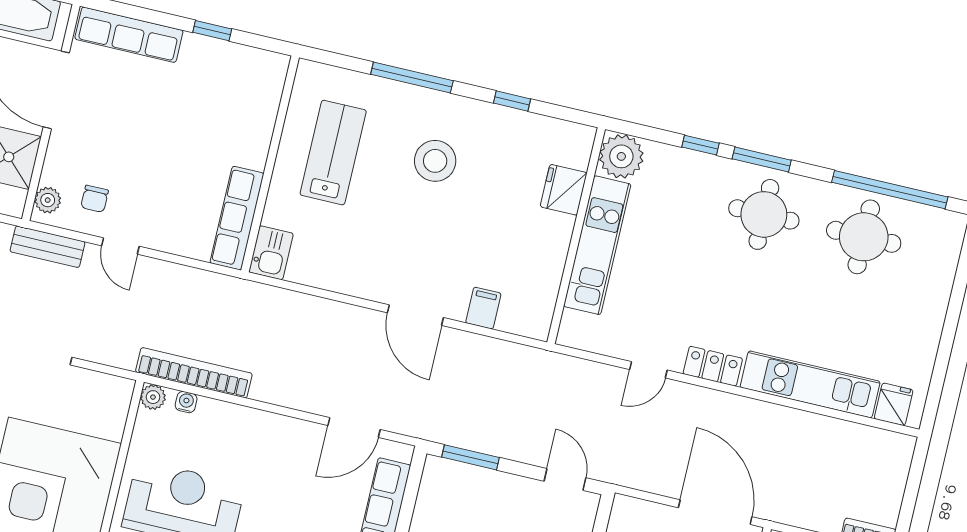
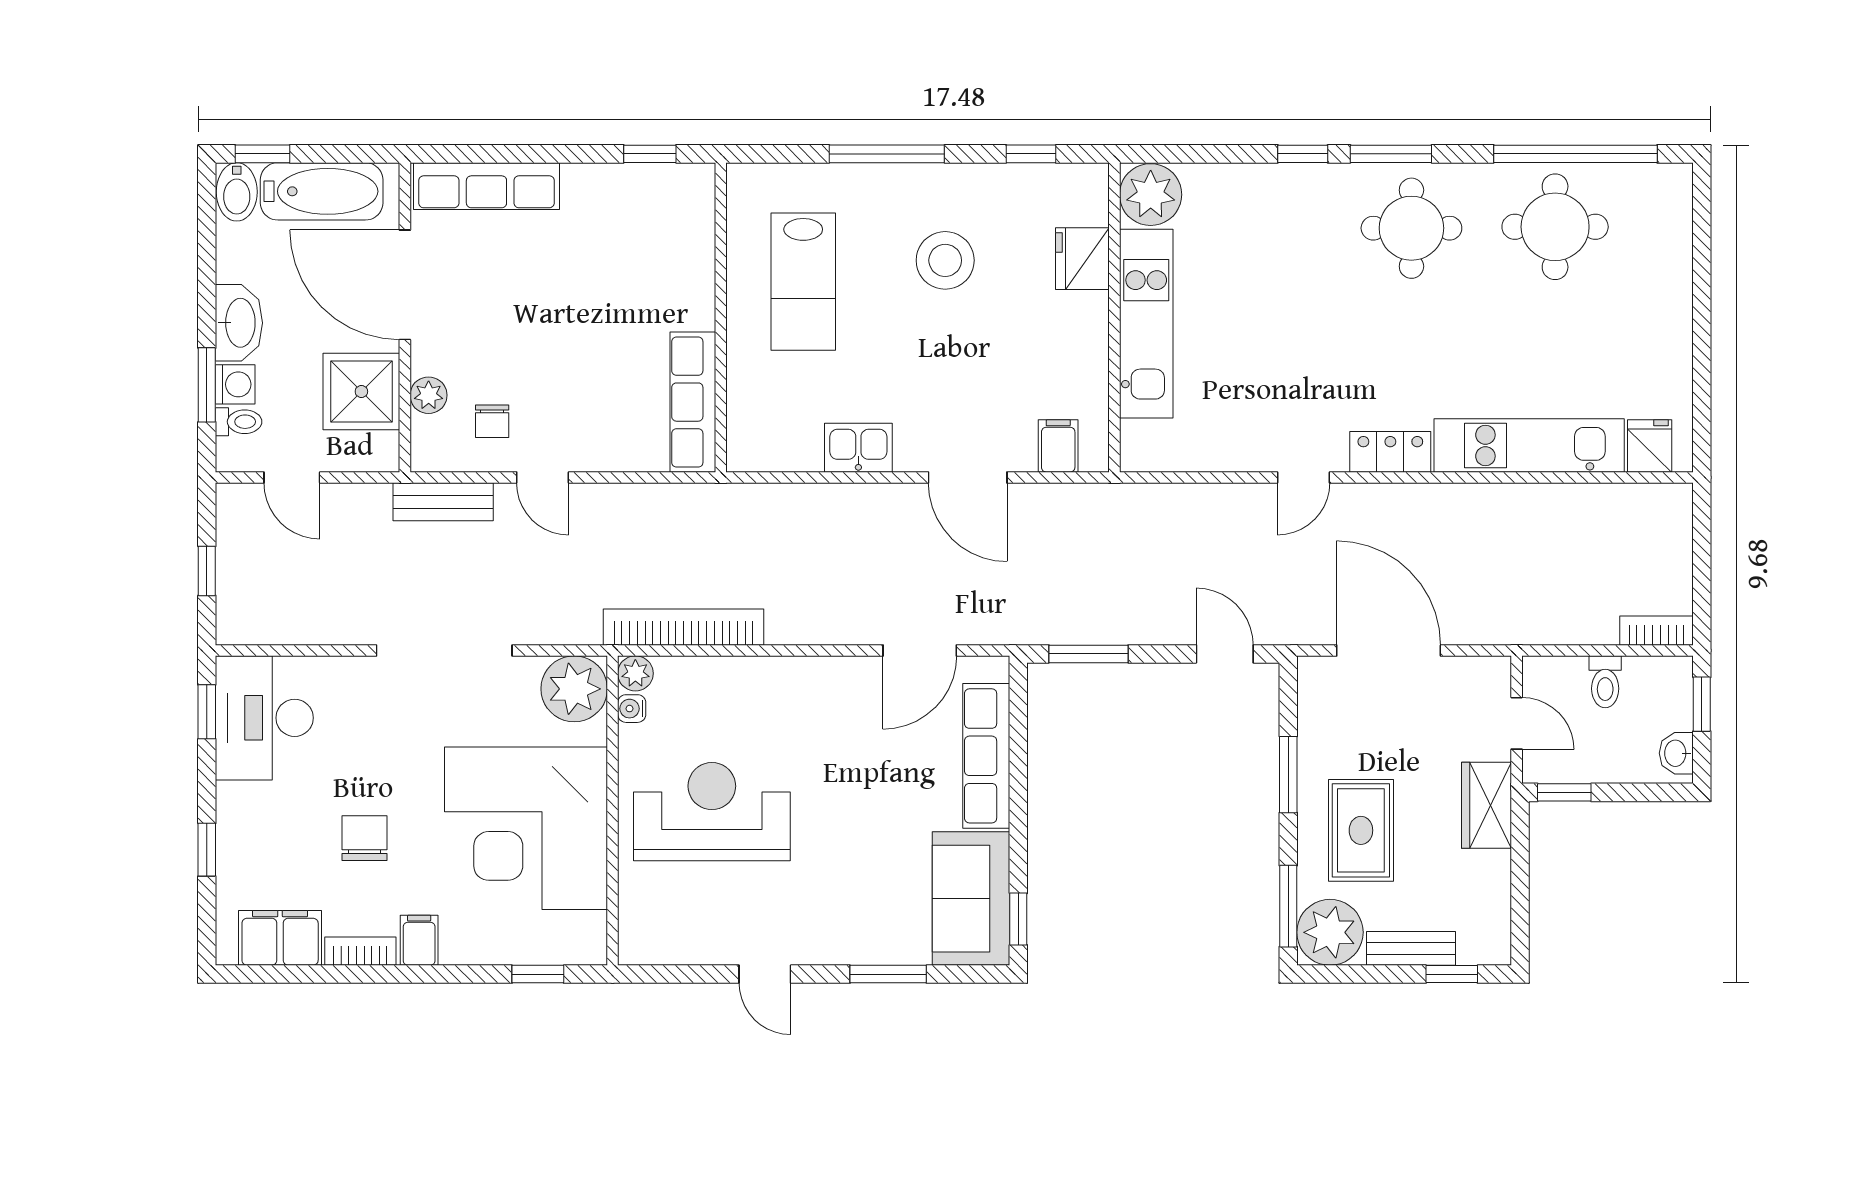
window: (212, 31) -> (650, 154), moved
lab bench: (333, 153) -> (803, 282), turned 180
plant: (621, 156) -> (1151, 195), moved
fridge: (564, 190) -> (1082, 259), moved
plant: (48, 200) -> (429, 395), moved
wall: (576, 236) -> (1114, 317), moved
kitchen unit: (597, 245) -> (1146, 324), moved
kitchen sink: (271, 253) -> (858, 448), moved, turned -90
plant: (108, 398) -> (574, 689), added
water cooler: (186, 402) -> (632, 709), moved, turned -90
door: (715, 512) -> (1389, 650), moved

